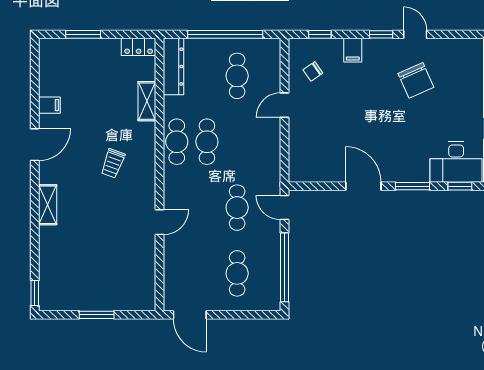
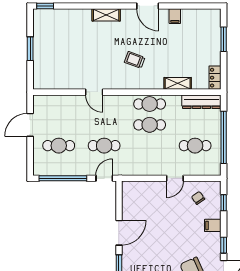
door: (284, 105) -> (175, 178), swing flipped
door: (190, 315) -> (30, 125), moved

